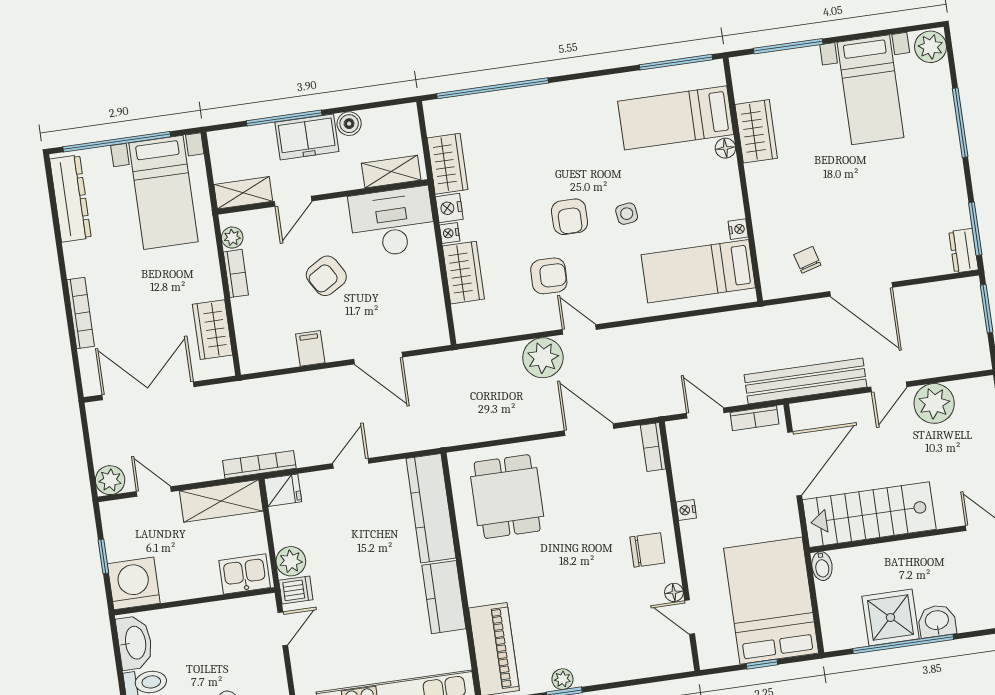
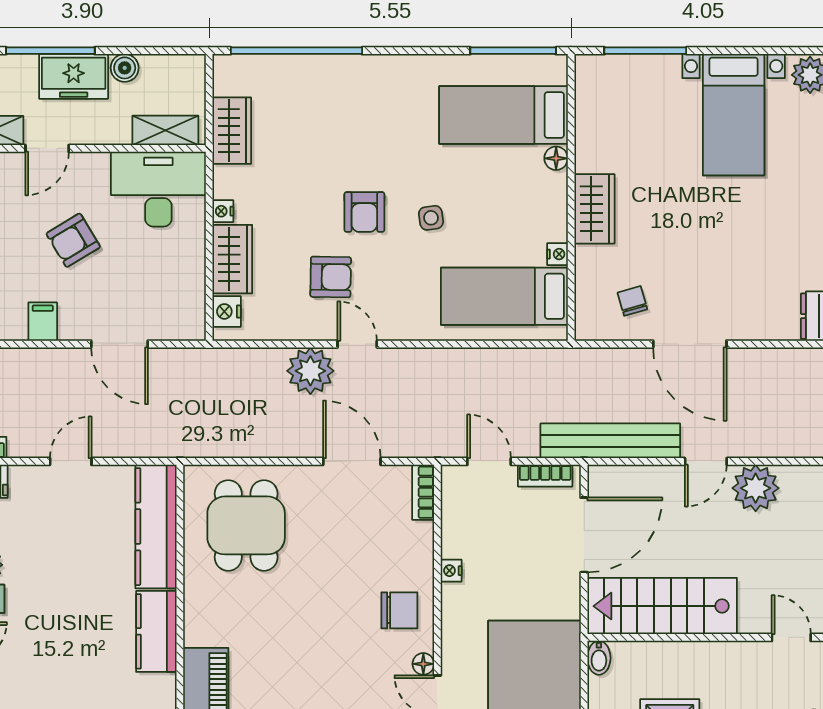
wardrobe: (756, 131) -> (594, 209), moved
nightstand: (449, 208) -> (227, 311), moved

